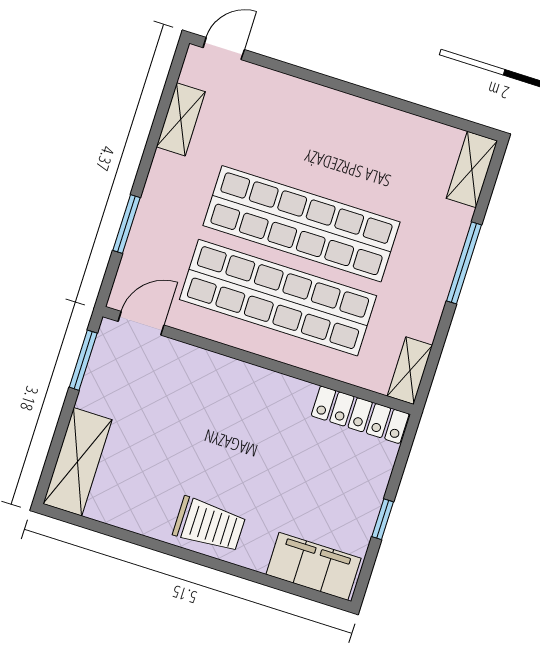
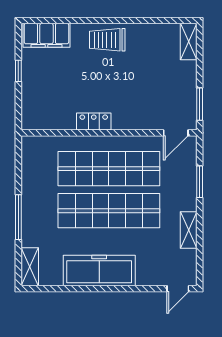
shelving: (181, 119) -> (189, 230), moved
freezer: (352, 124) -> (99, 270), added
shelving: (410, 371) -> (29, 152), removed
locker: (360, 415) -> (94, 121), moved, width x0.66
shelving: (78, 462) -> (189, 42), width x0.67, depth x0.75

